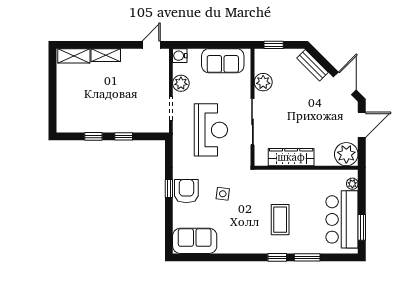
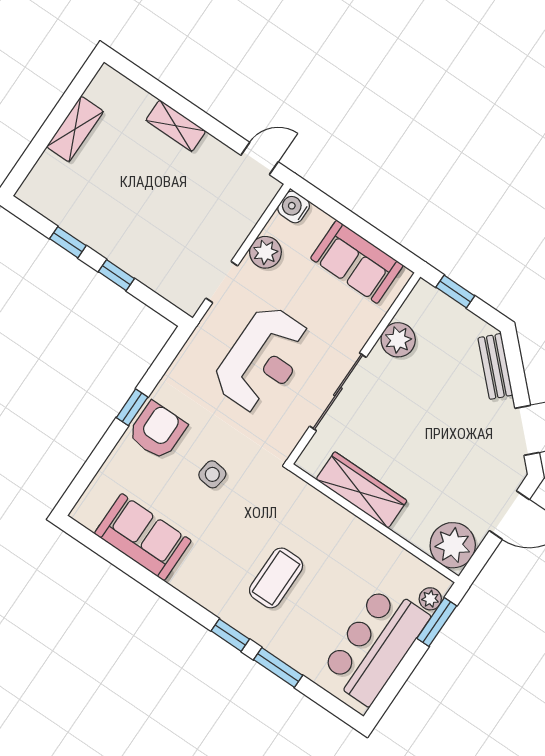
shelving: (74, 56) -> (75, 129), moved, turned 90
window: (362, 227) -> (437, 622), moved
sofa: (195, 241) -> (143, 537), moved

